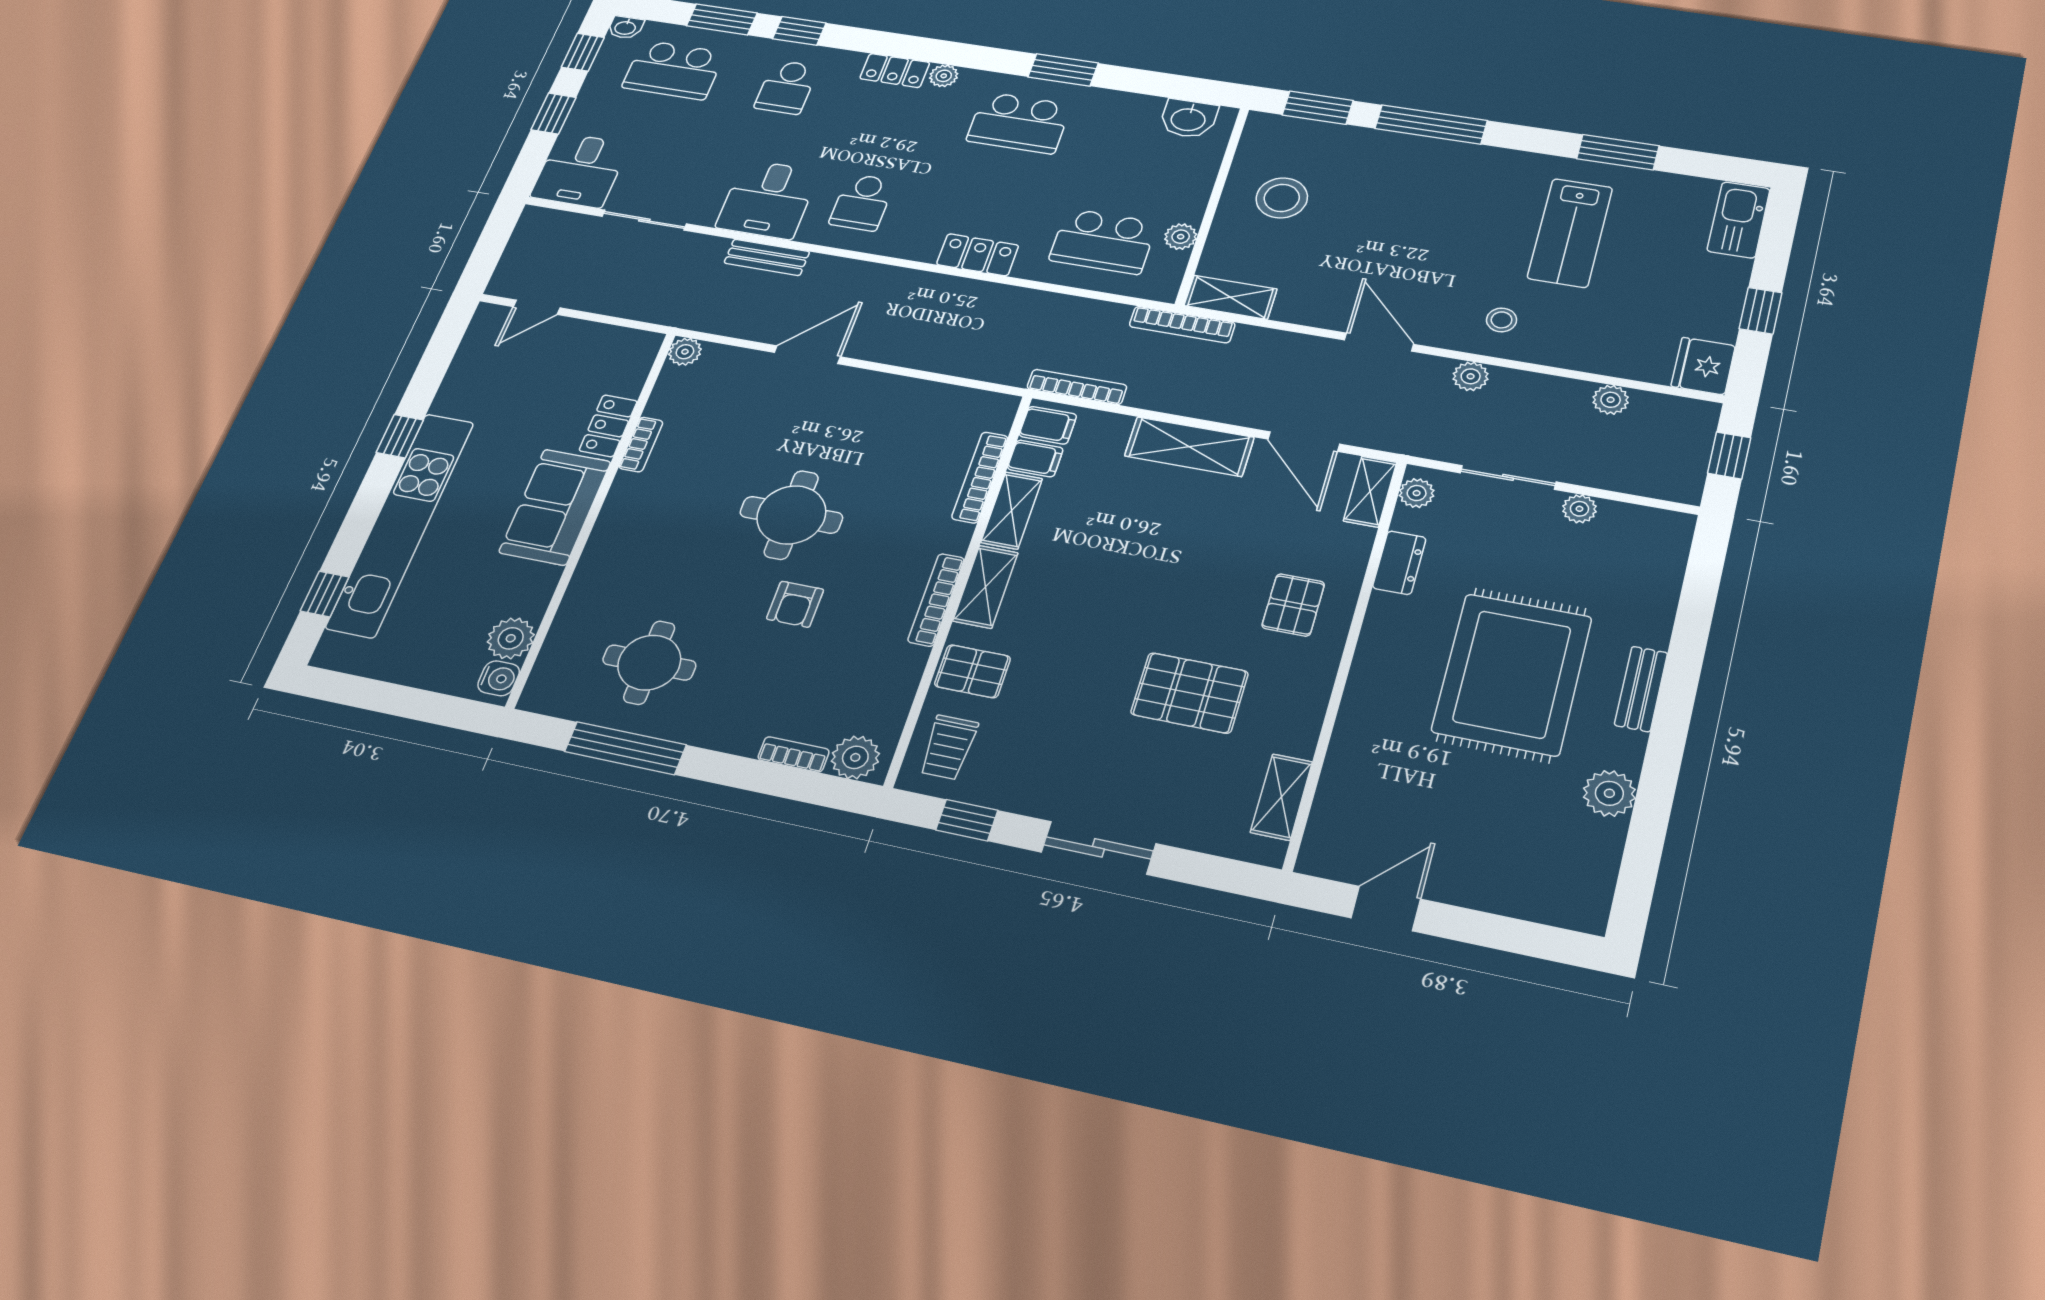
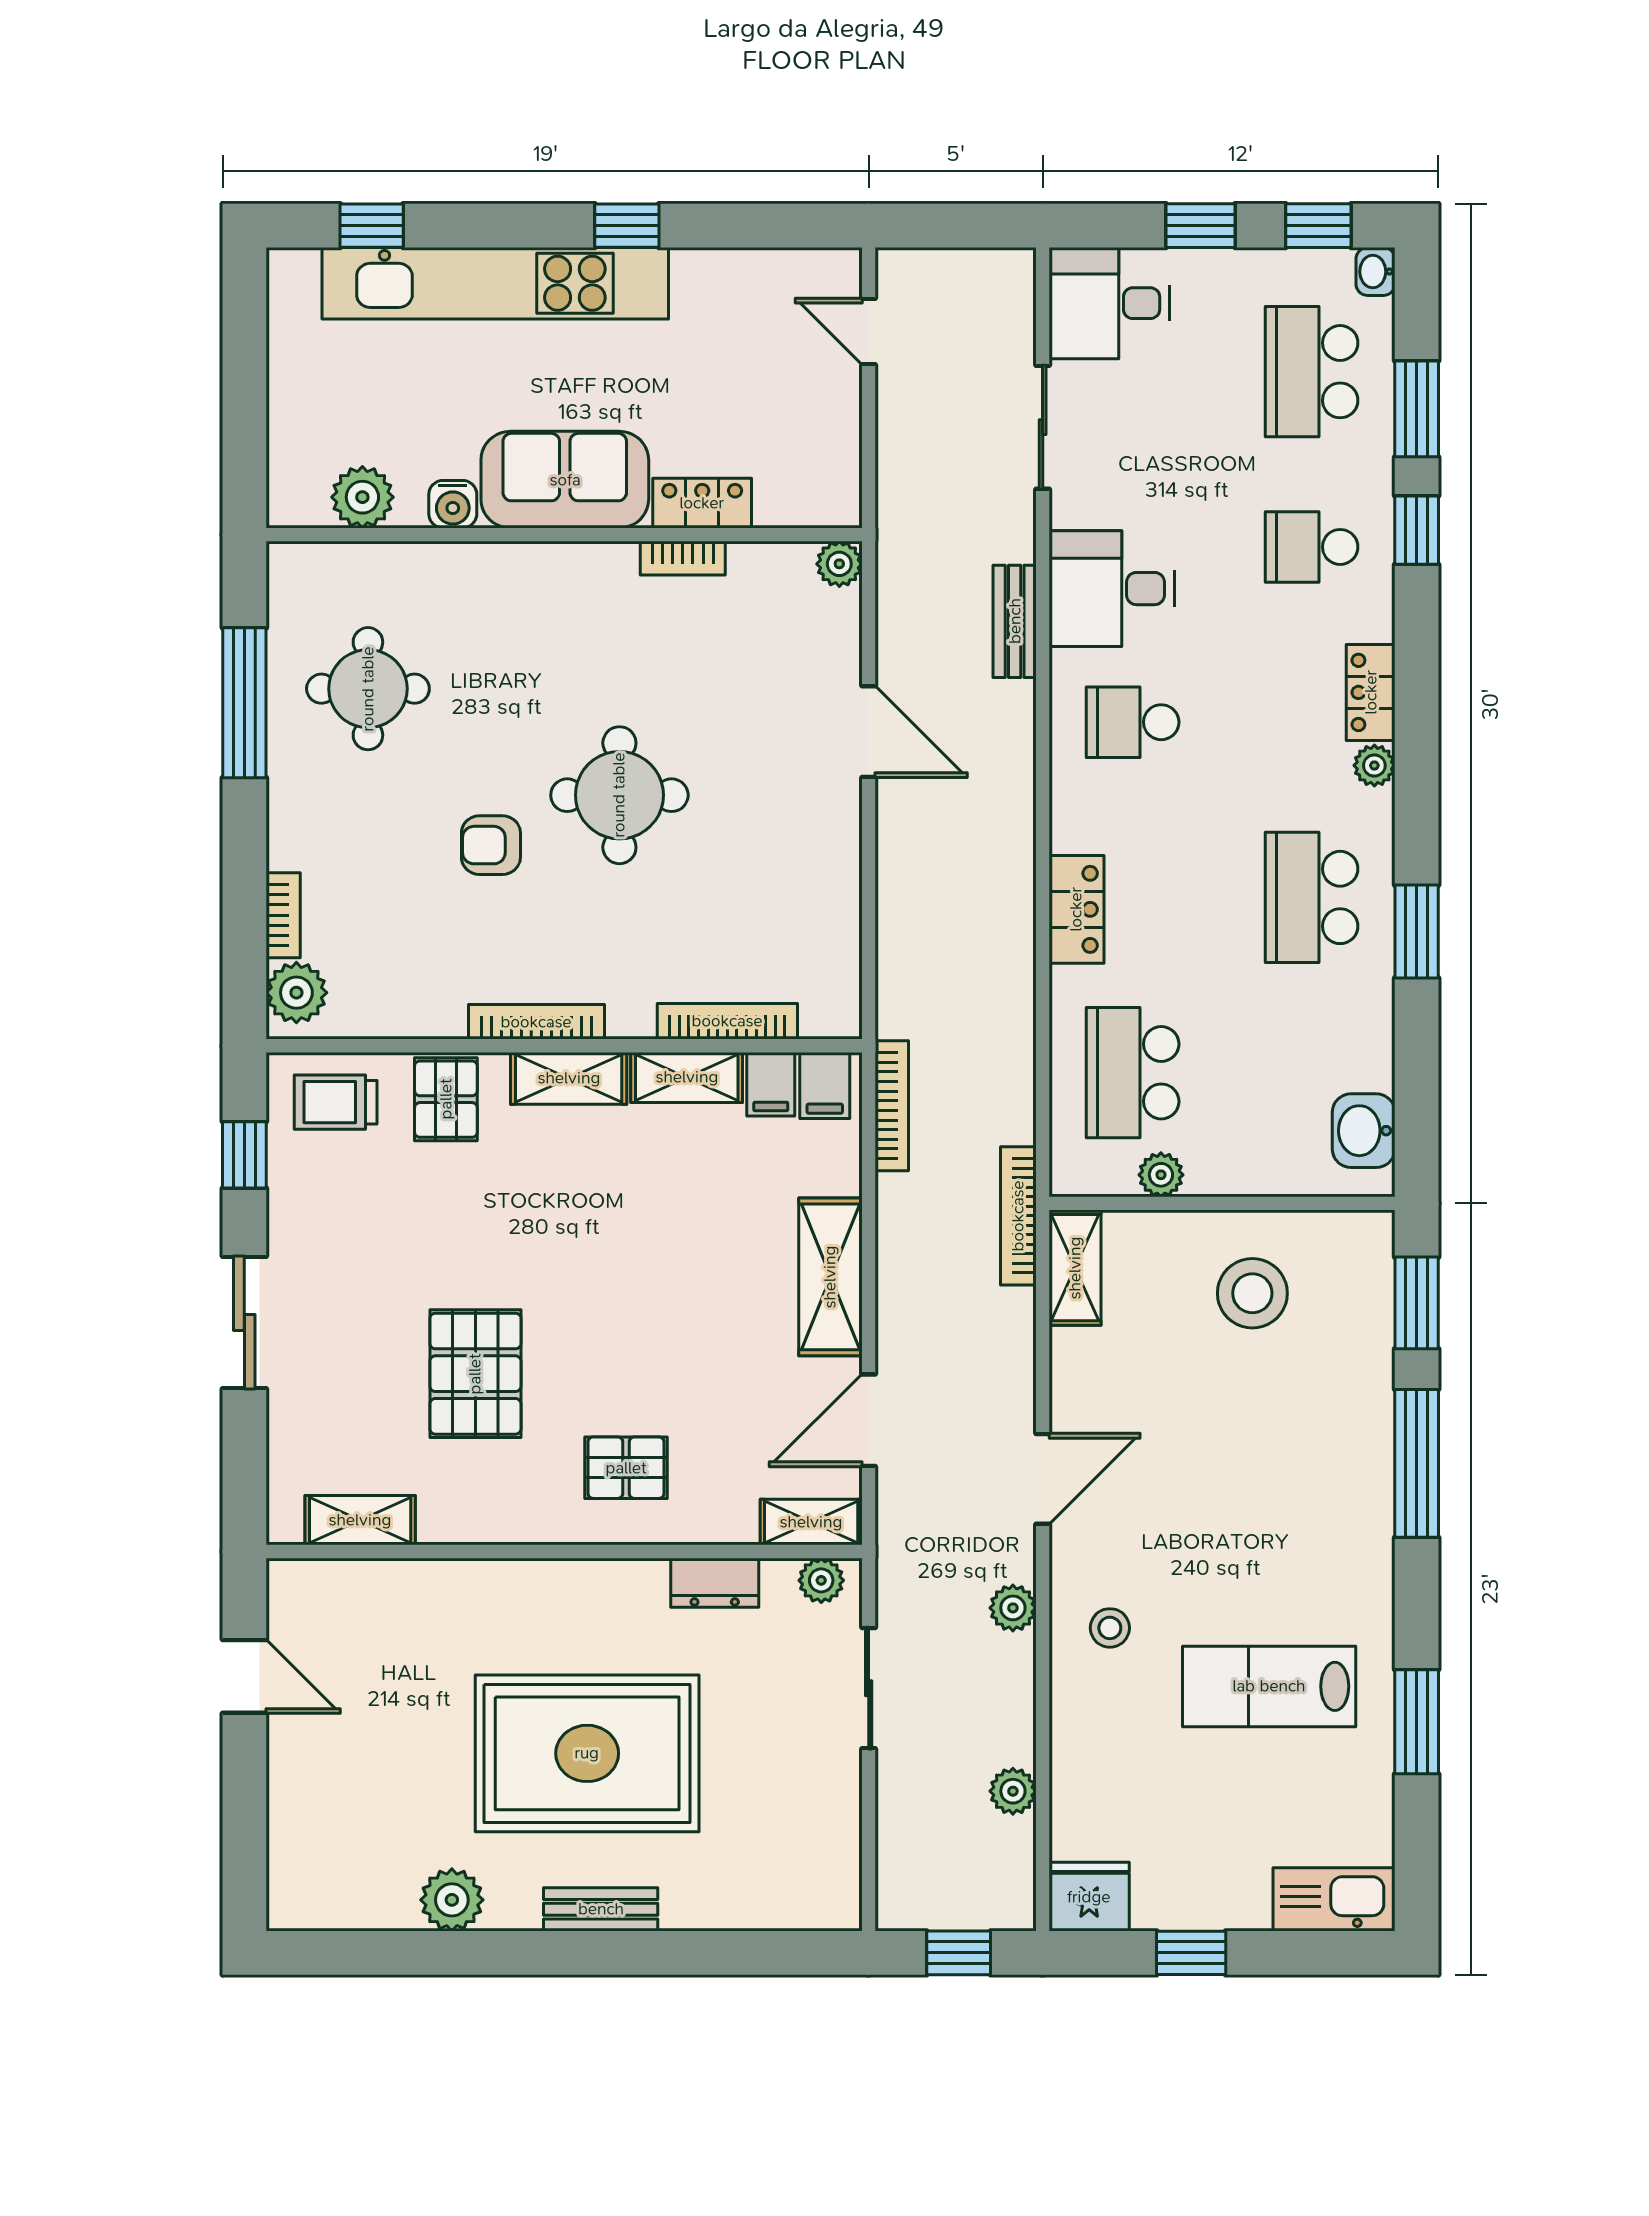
plant: (1579, 509) -> (841, 1786), removed
water cooler: (499, 678) -> (453, 504), moved

